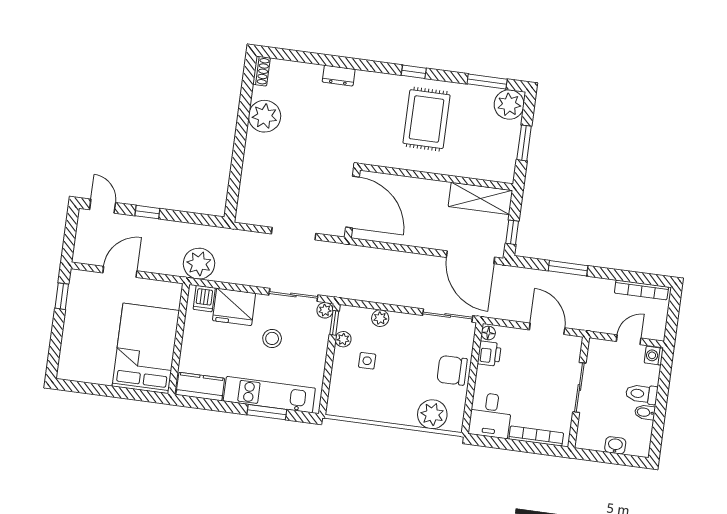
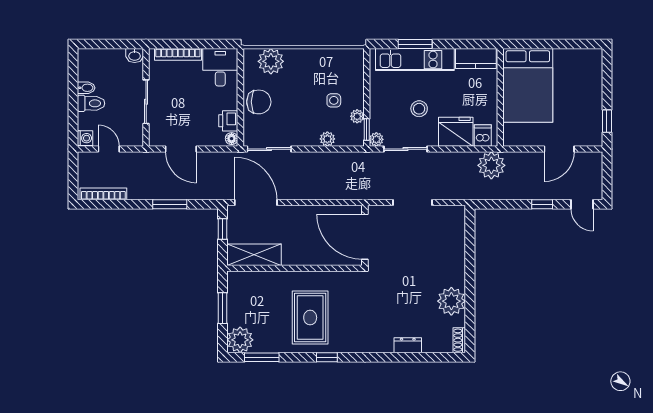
dresser: (339, 76) -> (408, 345), moved
door: (629, 340) -> (109, 149), swing flipped
washbasin: (615, 445) -> (135, 56), moved

